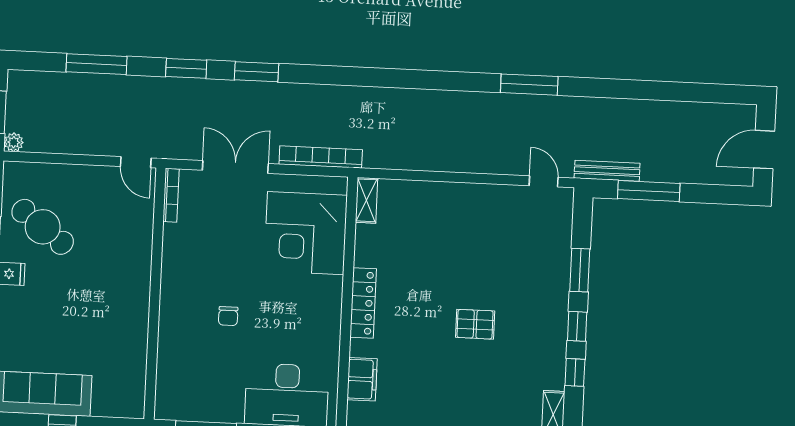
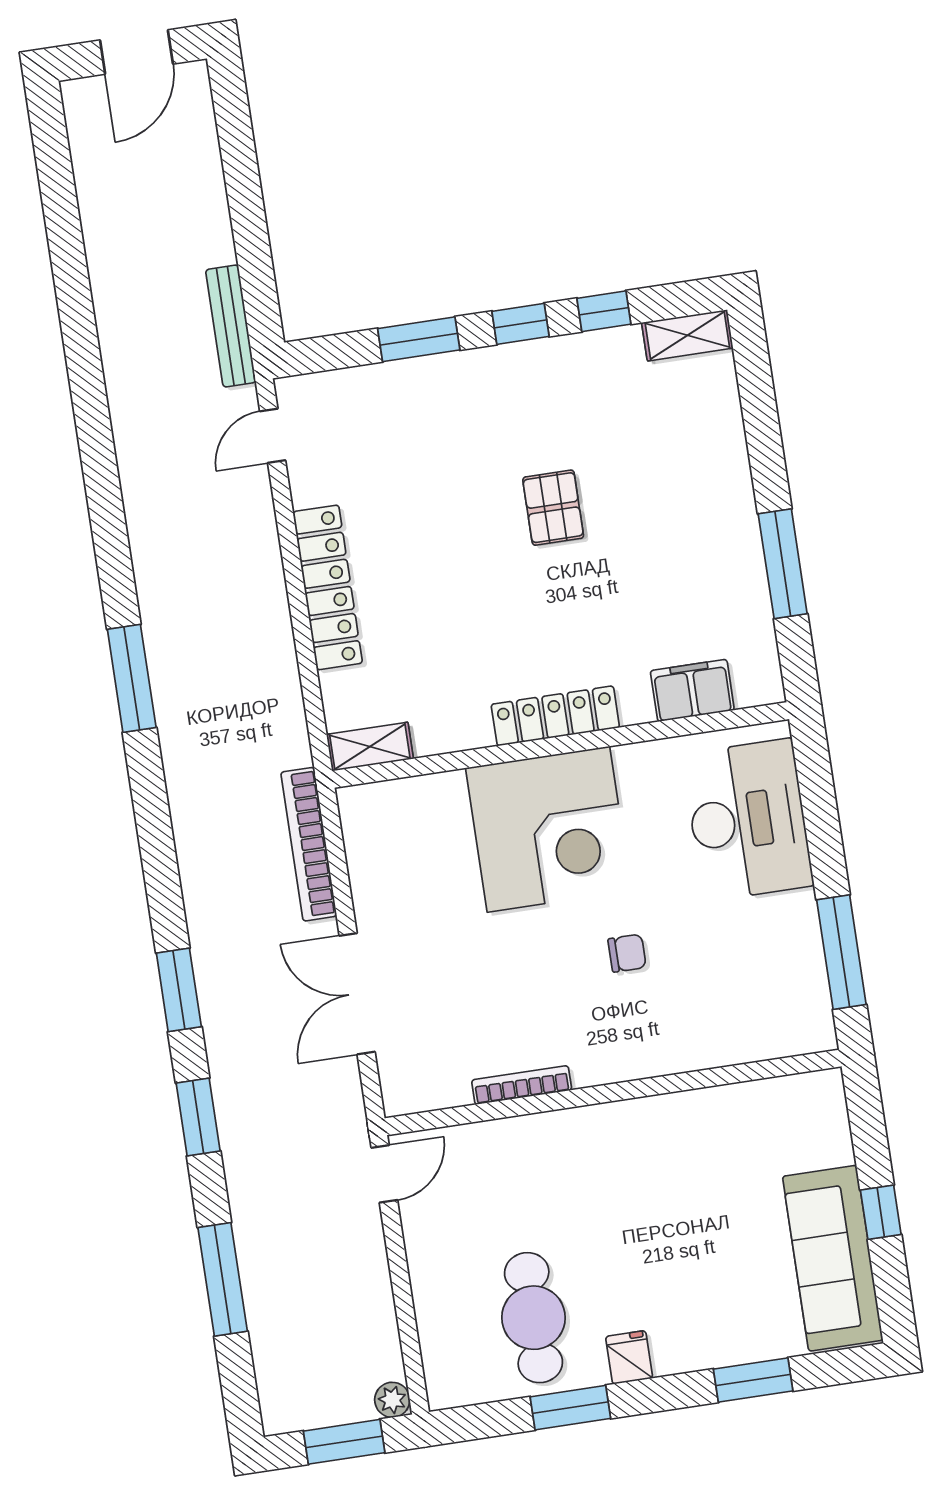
window: (529, 85) -> (132, 678), moved
door: (764, 150) -> (137, 52), hinge flipped
window: (649, 191) -> (252, 244), removed
bookcase: (171, 195) -> (522, 1085), moved
locker: (456, 195) -> (328, 587), added
cafe table: (43, 227) -> (534, 1318), turned -37
corner desk: (306, 233) -> (548, 829), moved

